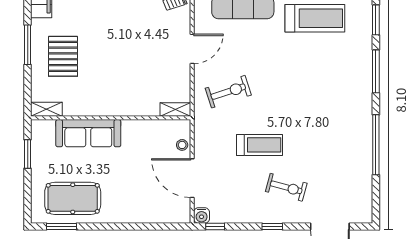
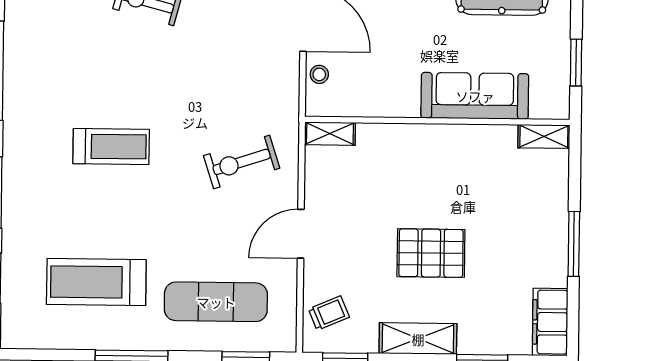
pallet: (63, 56) -> (431, 253), moved, turned 90
treadmill: (260, 145) -> (111, 147), moved, turned 180

